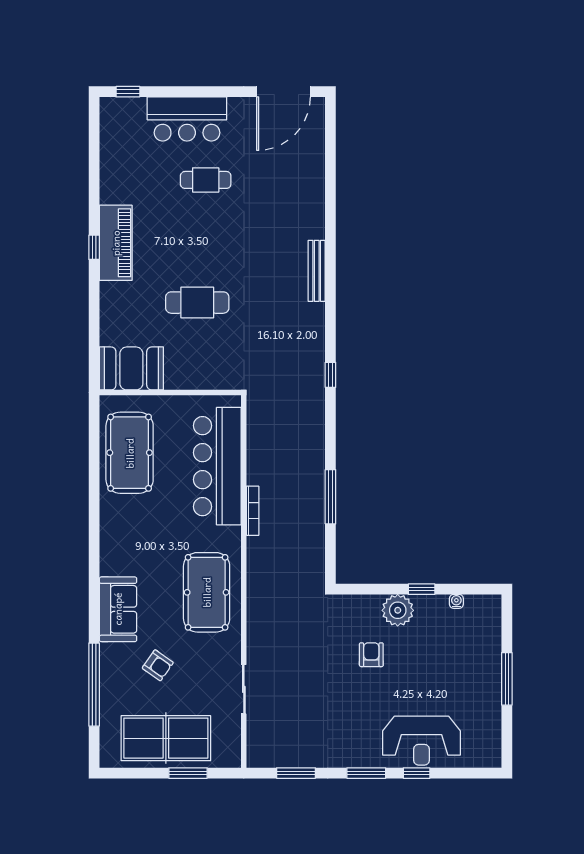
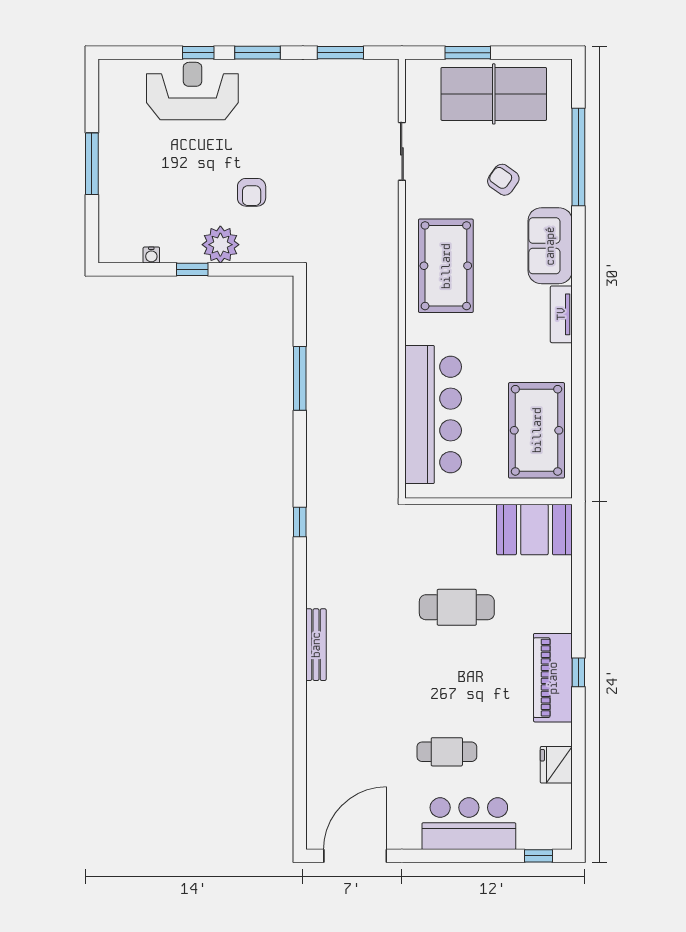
fridge: (113, 169) -> (556, 765), added
bookcase: (253, 511) -> (392, 362), removed
tv unit: (109, 551) -> (561, 314), added

